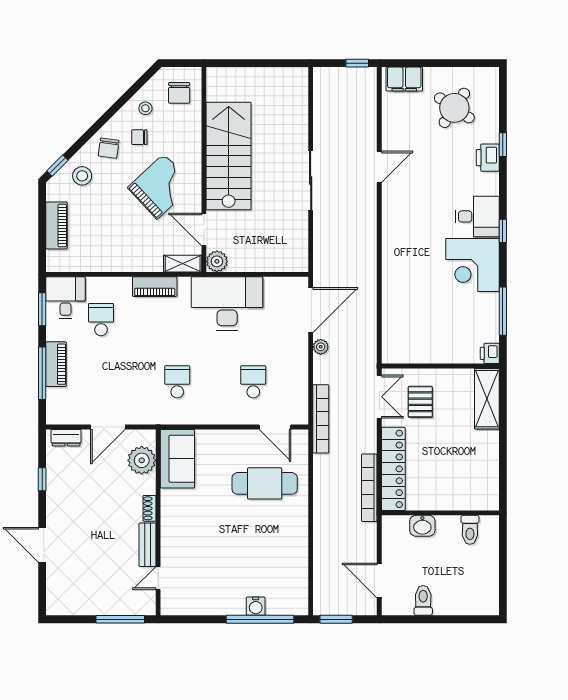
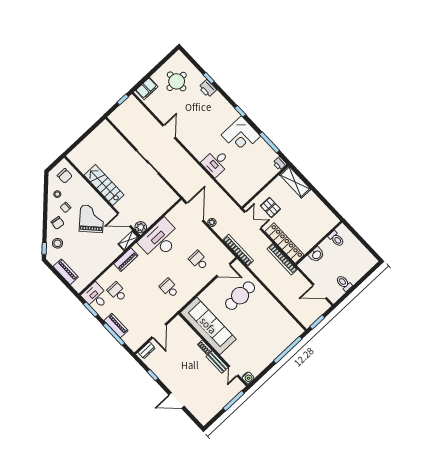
round table: (454, 108) -> (177, 81), turned -34
stairs: (229, 156) -> (104, 185), width x0.73, depth x0.66
desk: (477, 216) -> (216, 163), moved, turned 180
sofa: (177, 459) -> (208, 326), width x1.85, depth x1.27
plant: (142, 460) -> (184, 331), removed
water cooler: (256, 606) -> (248, 378), moved

